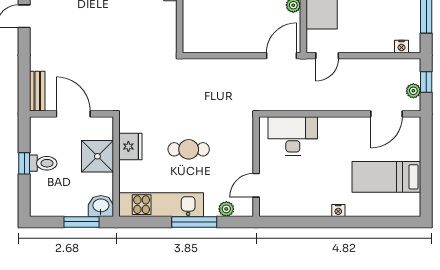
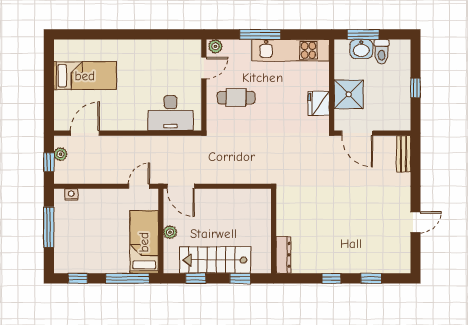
door: (282, 56) -> (181, 186), hinge flipped
door: (73, 114) -> (357, 133), moved
cafe table: (189, 149) -> (236, 98), moved
toilet: (43, 163) -> (382, 52), moved, turned -90
washbasin: (101, 206) -> (361, 49), moved
plant: (226, 209) -> (215, 46), moved
nightstand: (338, 210) -> (129, 45), removed

